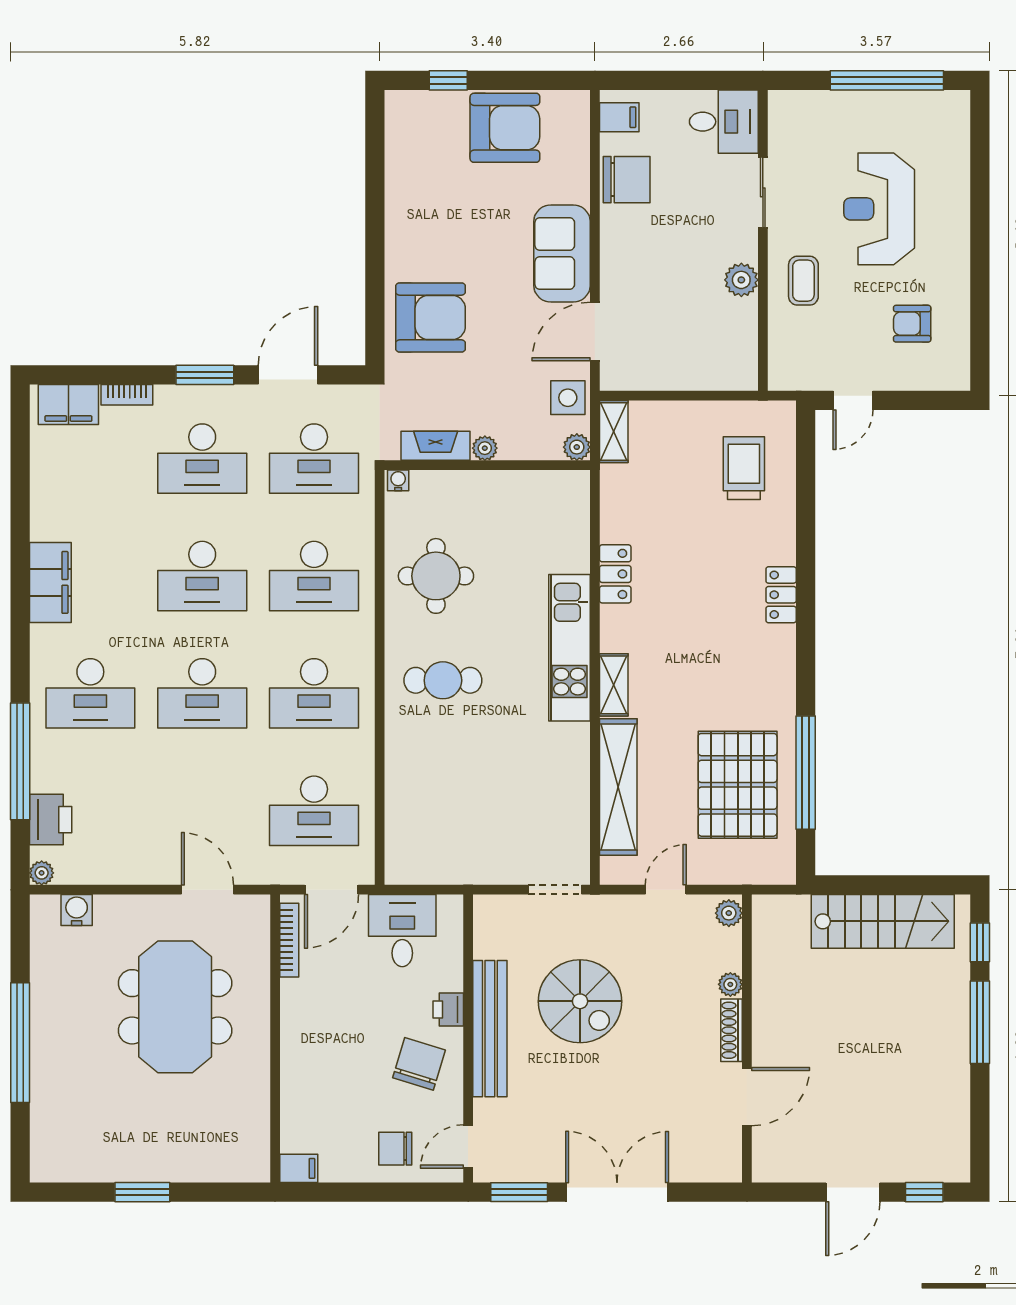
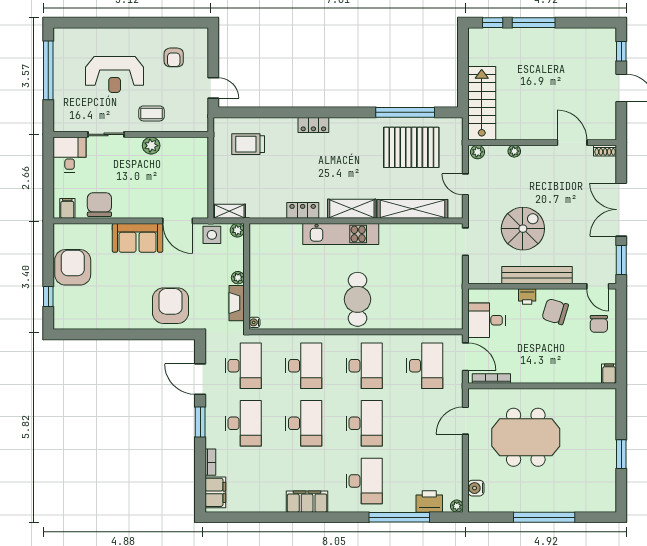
round table: (436, 576) -> (304, 303), removed
cafe table: (443, 680) -> (357, 299), width x1.37, depth x1.35
shelving: (614, 685) -> (352, 209), width x1.50, depth x1.33
stairs: (883, 921) -> (482, 103), moved
shoe rack: (732, 1030) -> (605, 151), moved, width x0.70

